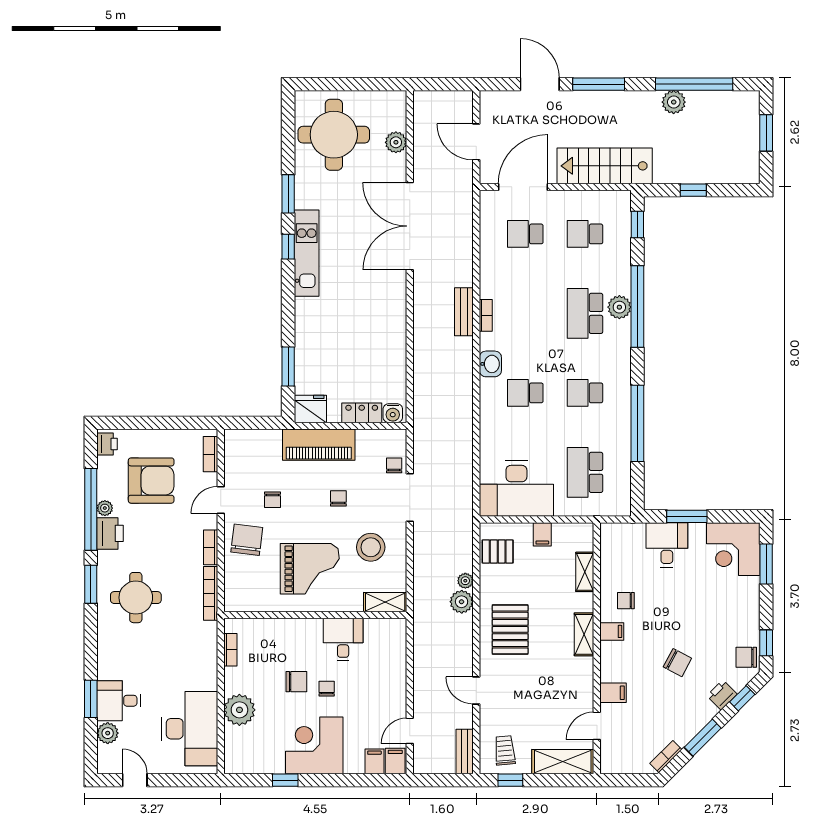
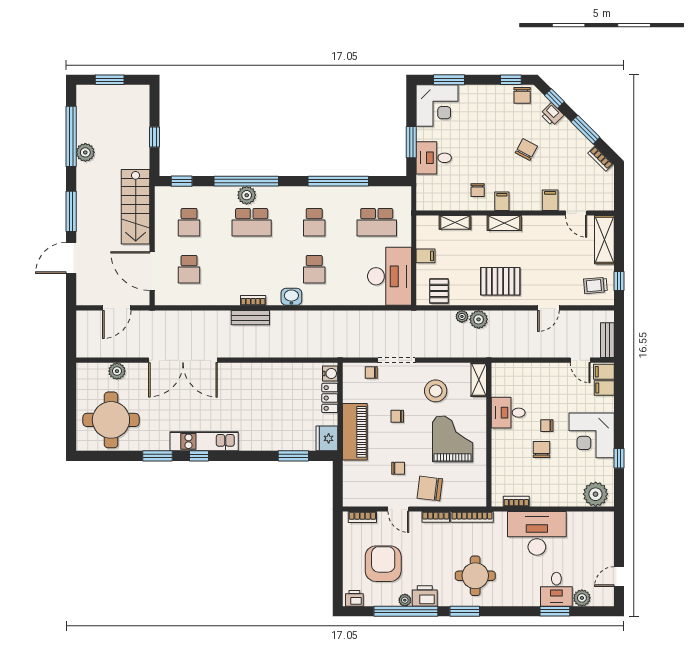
plant: (239, 710) -> (596, 494), moved
desk: (190, 729) -> (537, 533), moved
bench: (465, 752) -> (607, 340), moved, turned 90

